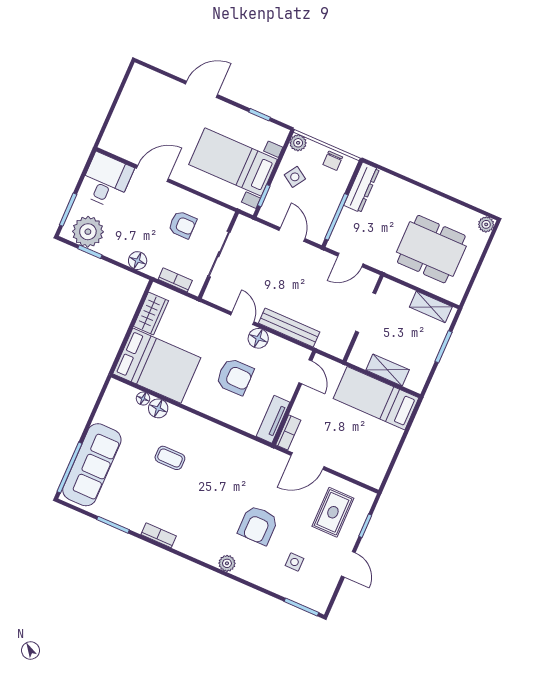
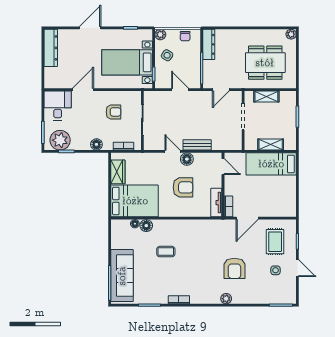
dresser: (132, 93) -> (51, 48), added
shelving: (431, 307) -> (266, 97), moved
bench: (289, 327) -> (197, 145), width x0.73
side table: (295, 562) -> (276, 270), moved

